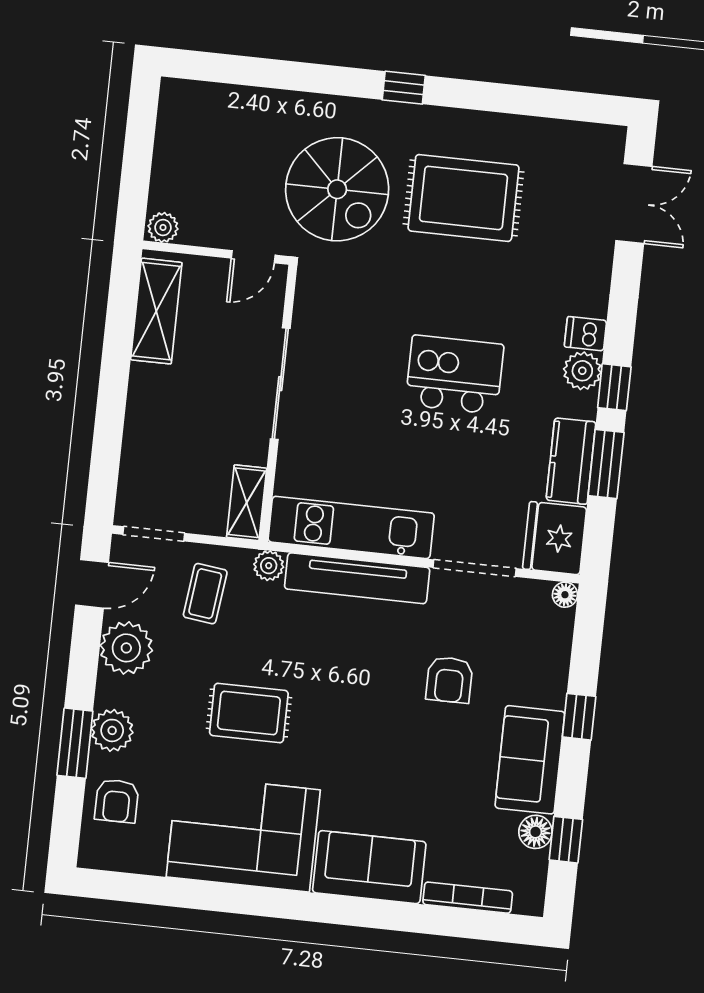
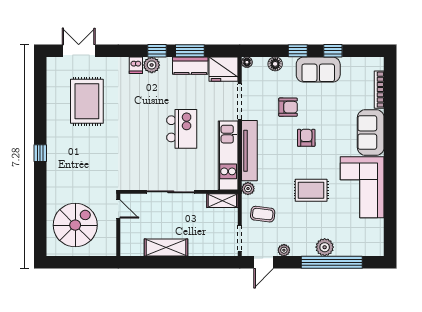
spiral stairs: (337, 189) -> (75, 225), moved
rug: (464, 198) -> (87, 101), moved
plant: (163, 227) -> (110, 248), removed
shelving: (156, 311) -> (166, 247), moved
kitchen island: (455, 375) -> (182, 129), moved, turned 180
door: (92, 584) -> (264, 262), swing flipped
plant: (126, 648) -> (284, 250), width x0.53, depth x0.53
rug: (249, 713) -> (311, 190), turned 90
window: (75, 743) -> (332, 262), width x2.11
armchair: (117, 801) -> (306, 138), moved, turned -90
floor lamp: (535, 832) -> (275, 64), moved
window: (566, 840) -> (333, 51), moved

